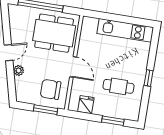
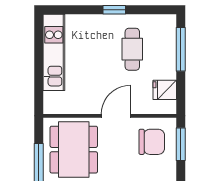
chair: (51, 89) -> (152, 142), turned -90
window: (113, 121) -> (181, 49), width x1.44

